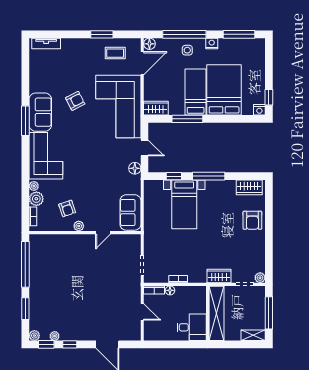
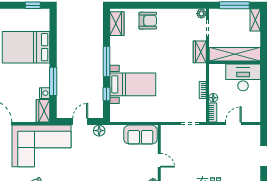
bed: (196, 92) -> (28, 74), removed
nightstand: (259, 110) -> (45, 93), moved
desk: (192, 327) -> (243, 77), width x1.37

